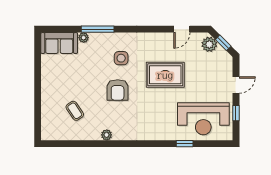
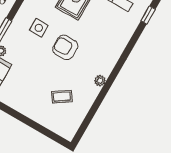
armchair: (118, 90) -> (65, 47), turned 180

